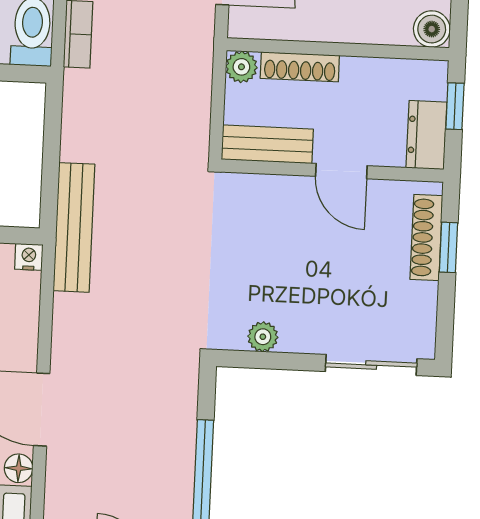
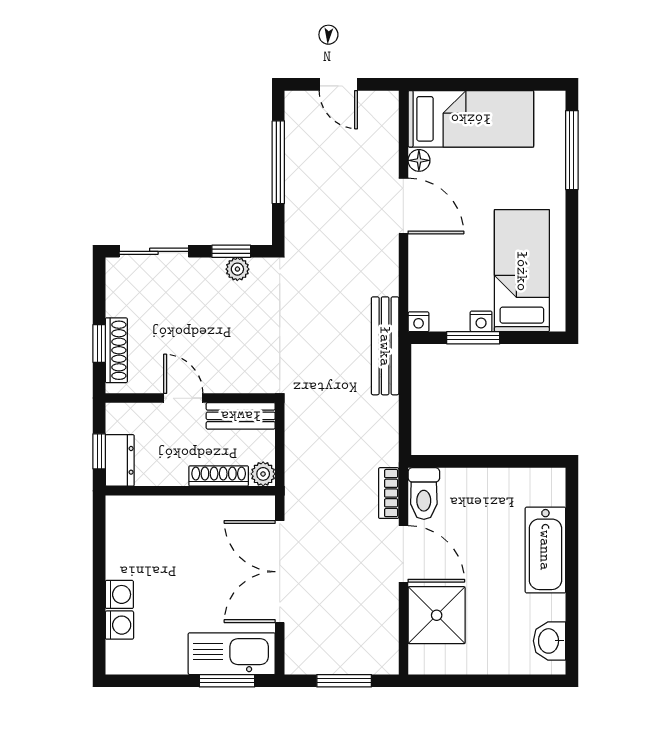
boiler: (432, 29) -> (119, 509), removed
dresser: (426, 135) -> (120, 460), moved
window: (270, 360) -> (231, 251), added

